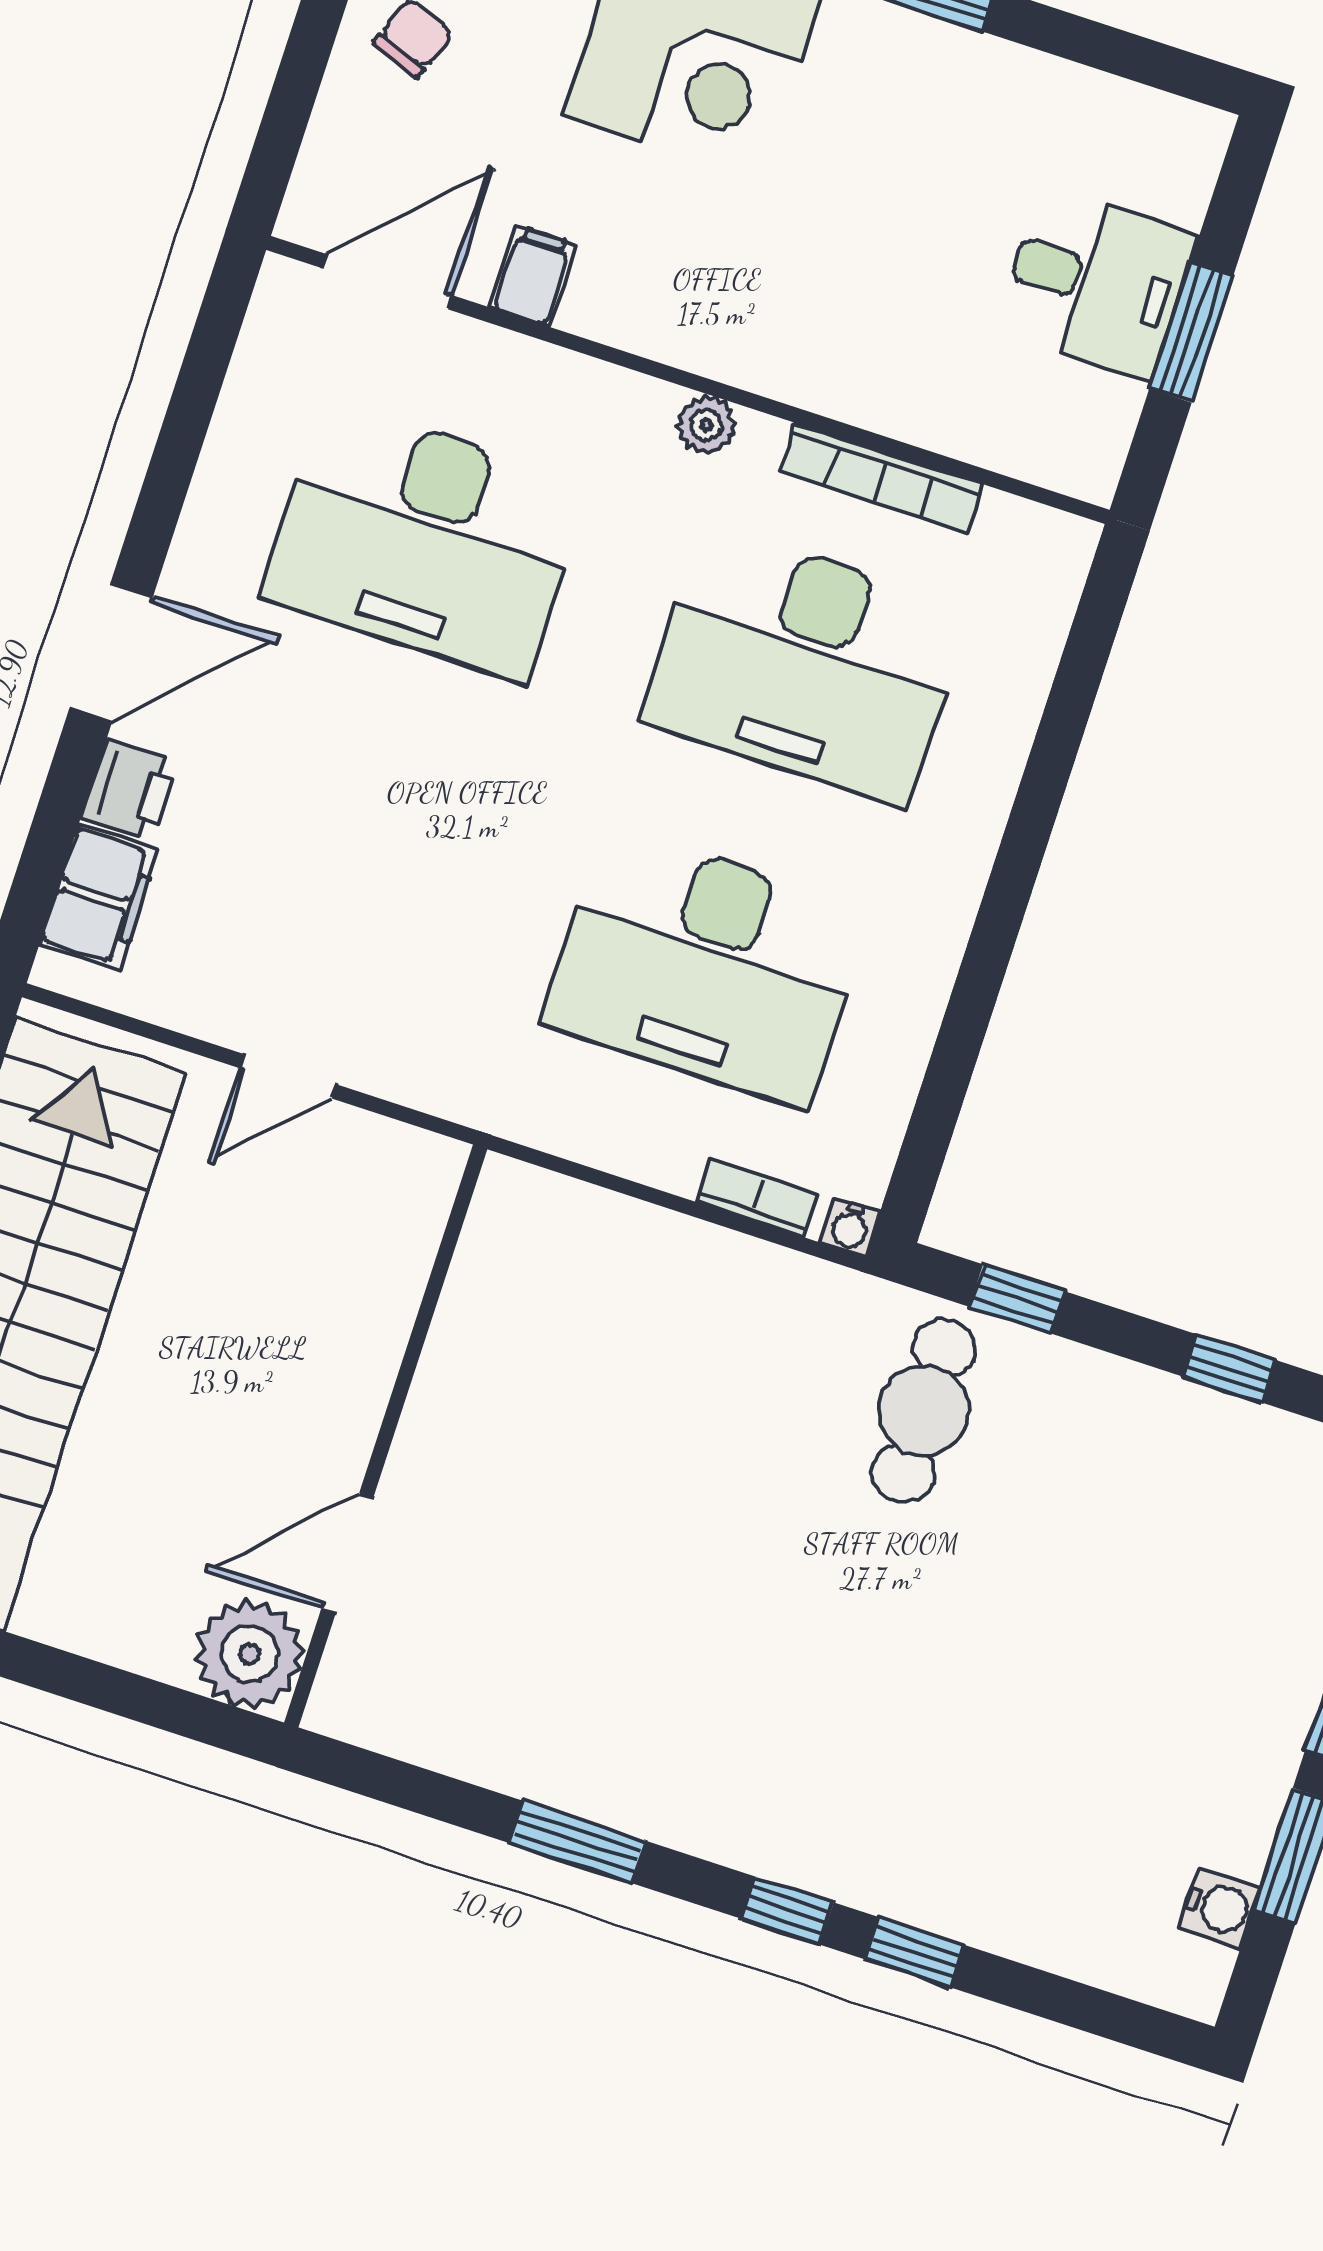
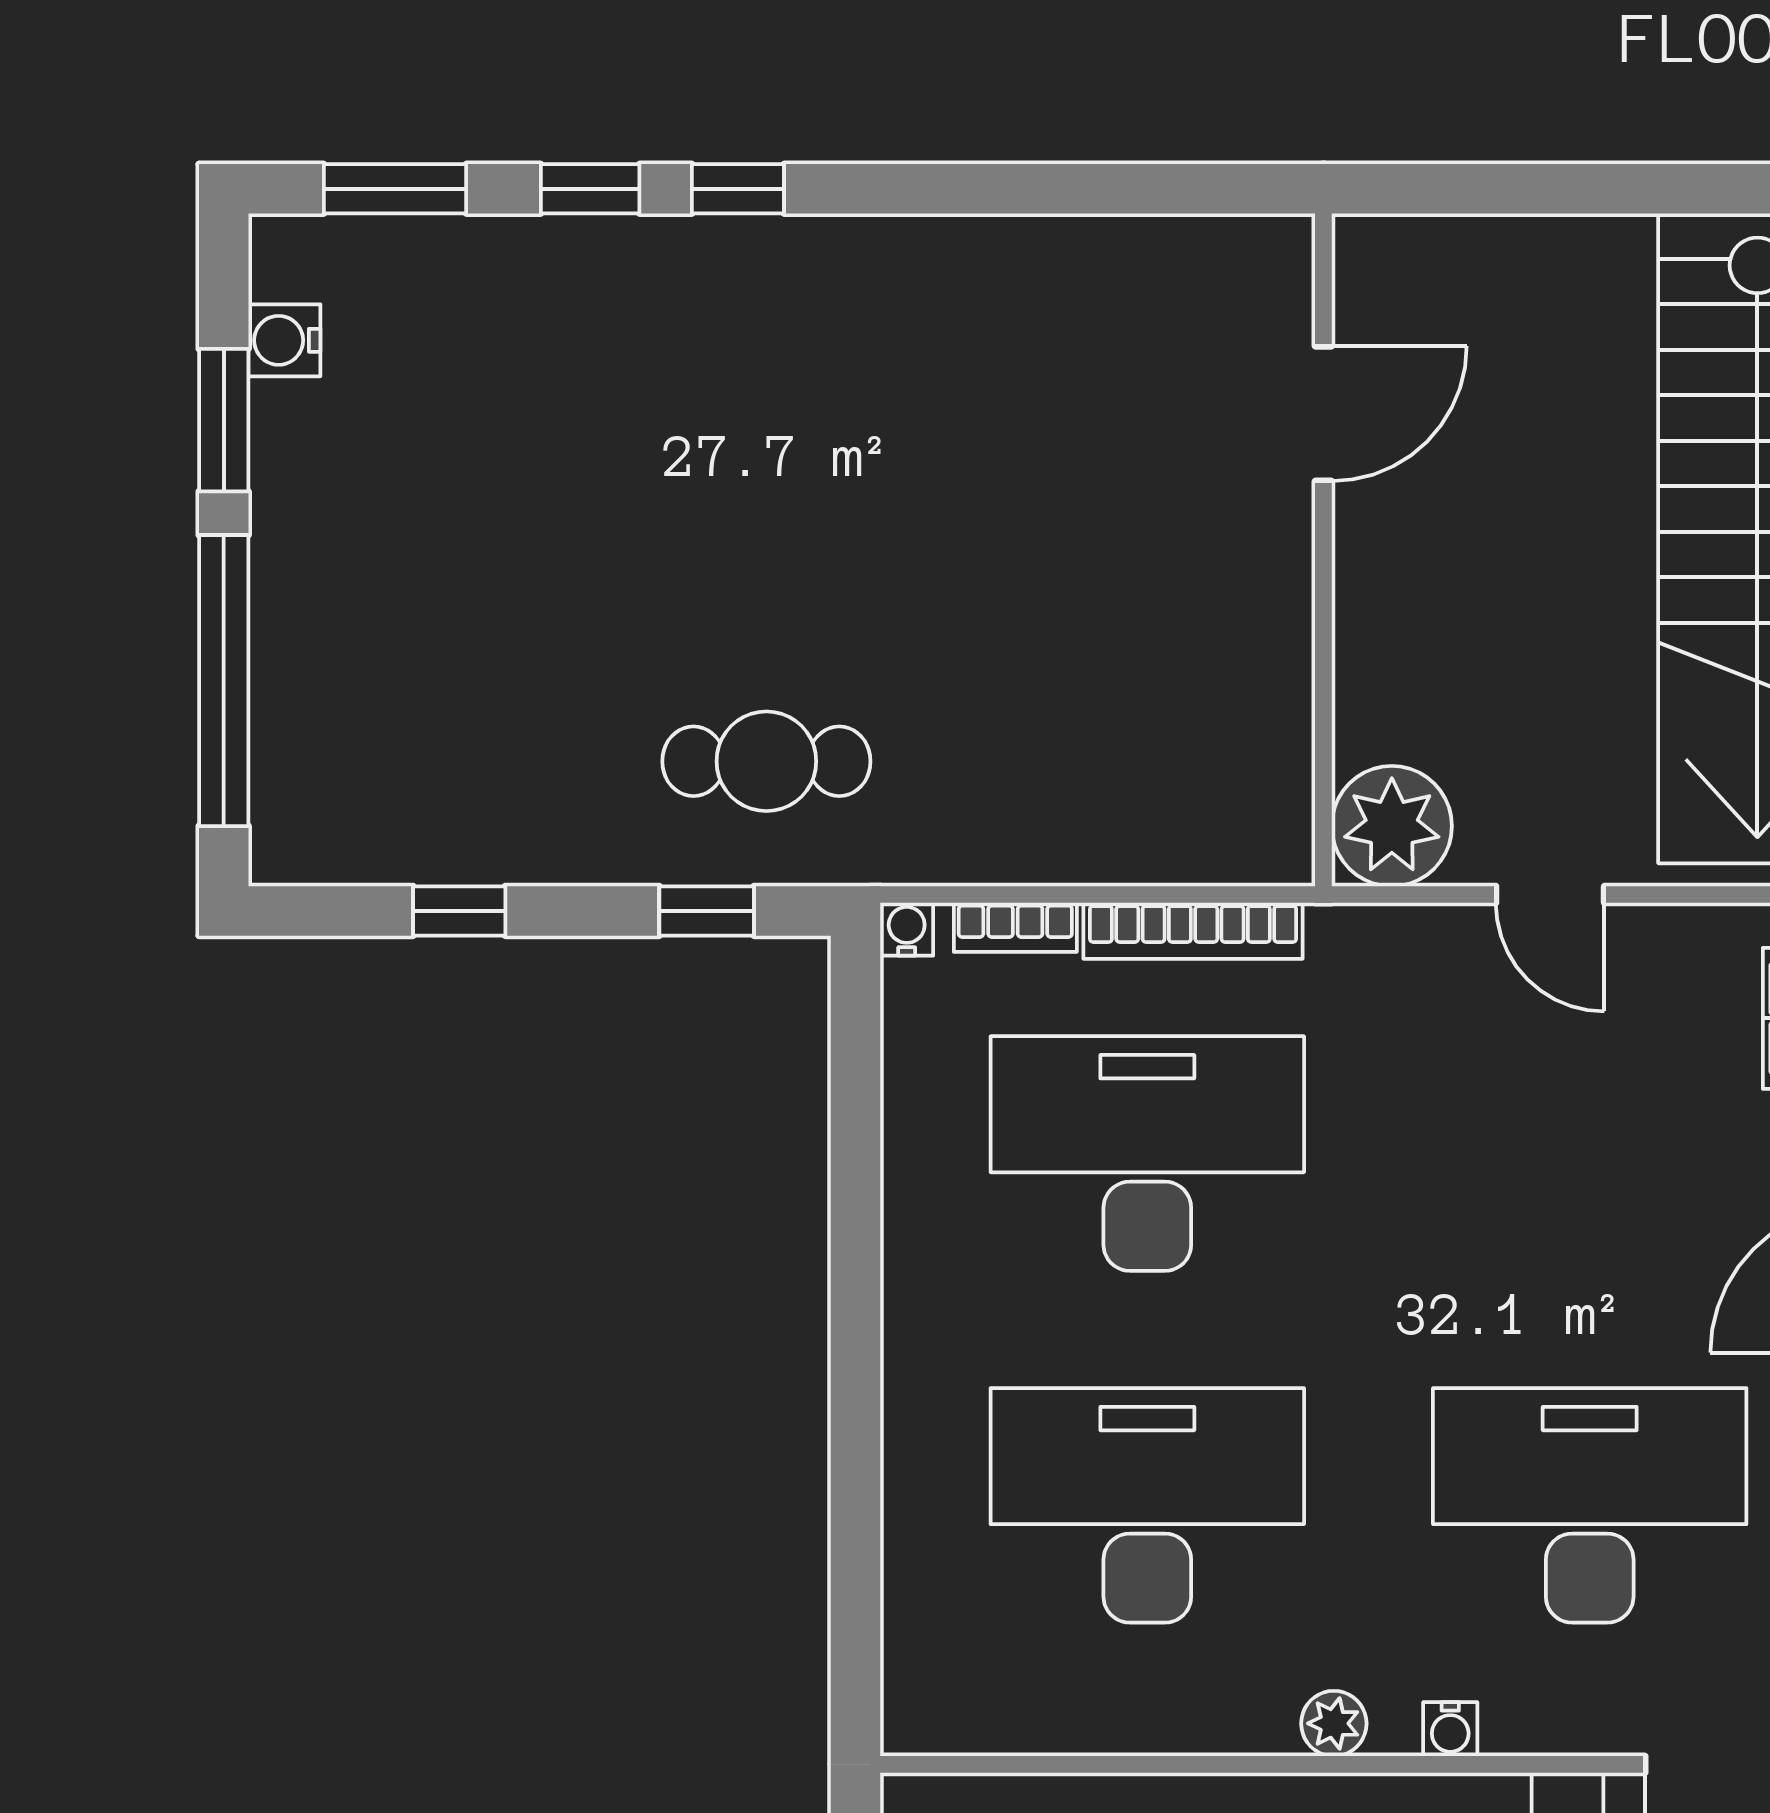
water cooler: (608, 387) -> (1450, 1729), added
bookcase: (881, 478) -> (1193, 931), moved, turned 180
door: (288, 1076) -> (1550, 894), swing flipped
cafe table: (924, 1411) -> (766, 761), turned 90
plant: (249, 1654) -> (1392, 826), moved
window: (577, 1842) -> (395, 189), moved

